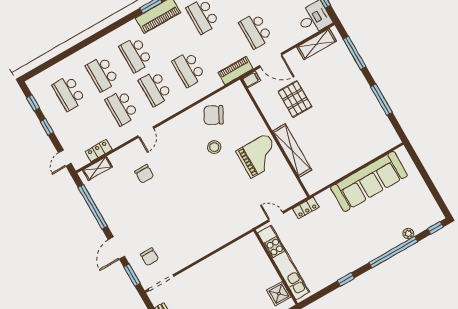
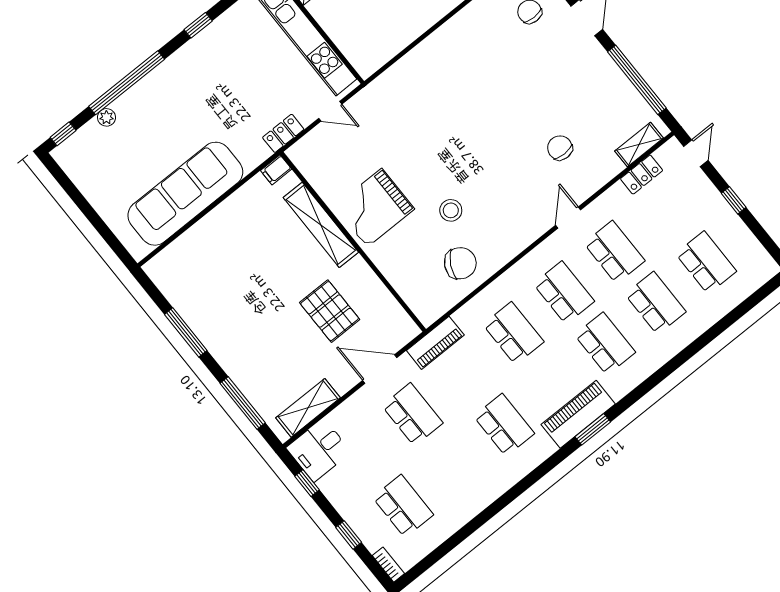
filing cabinet: (251, 79) -> (276, 170), moved
window: (33, 103) -> (763, 237), removed

